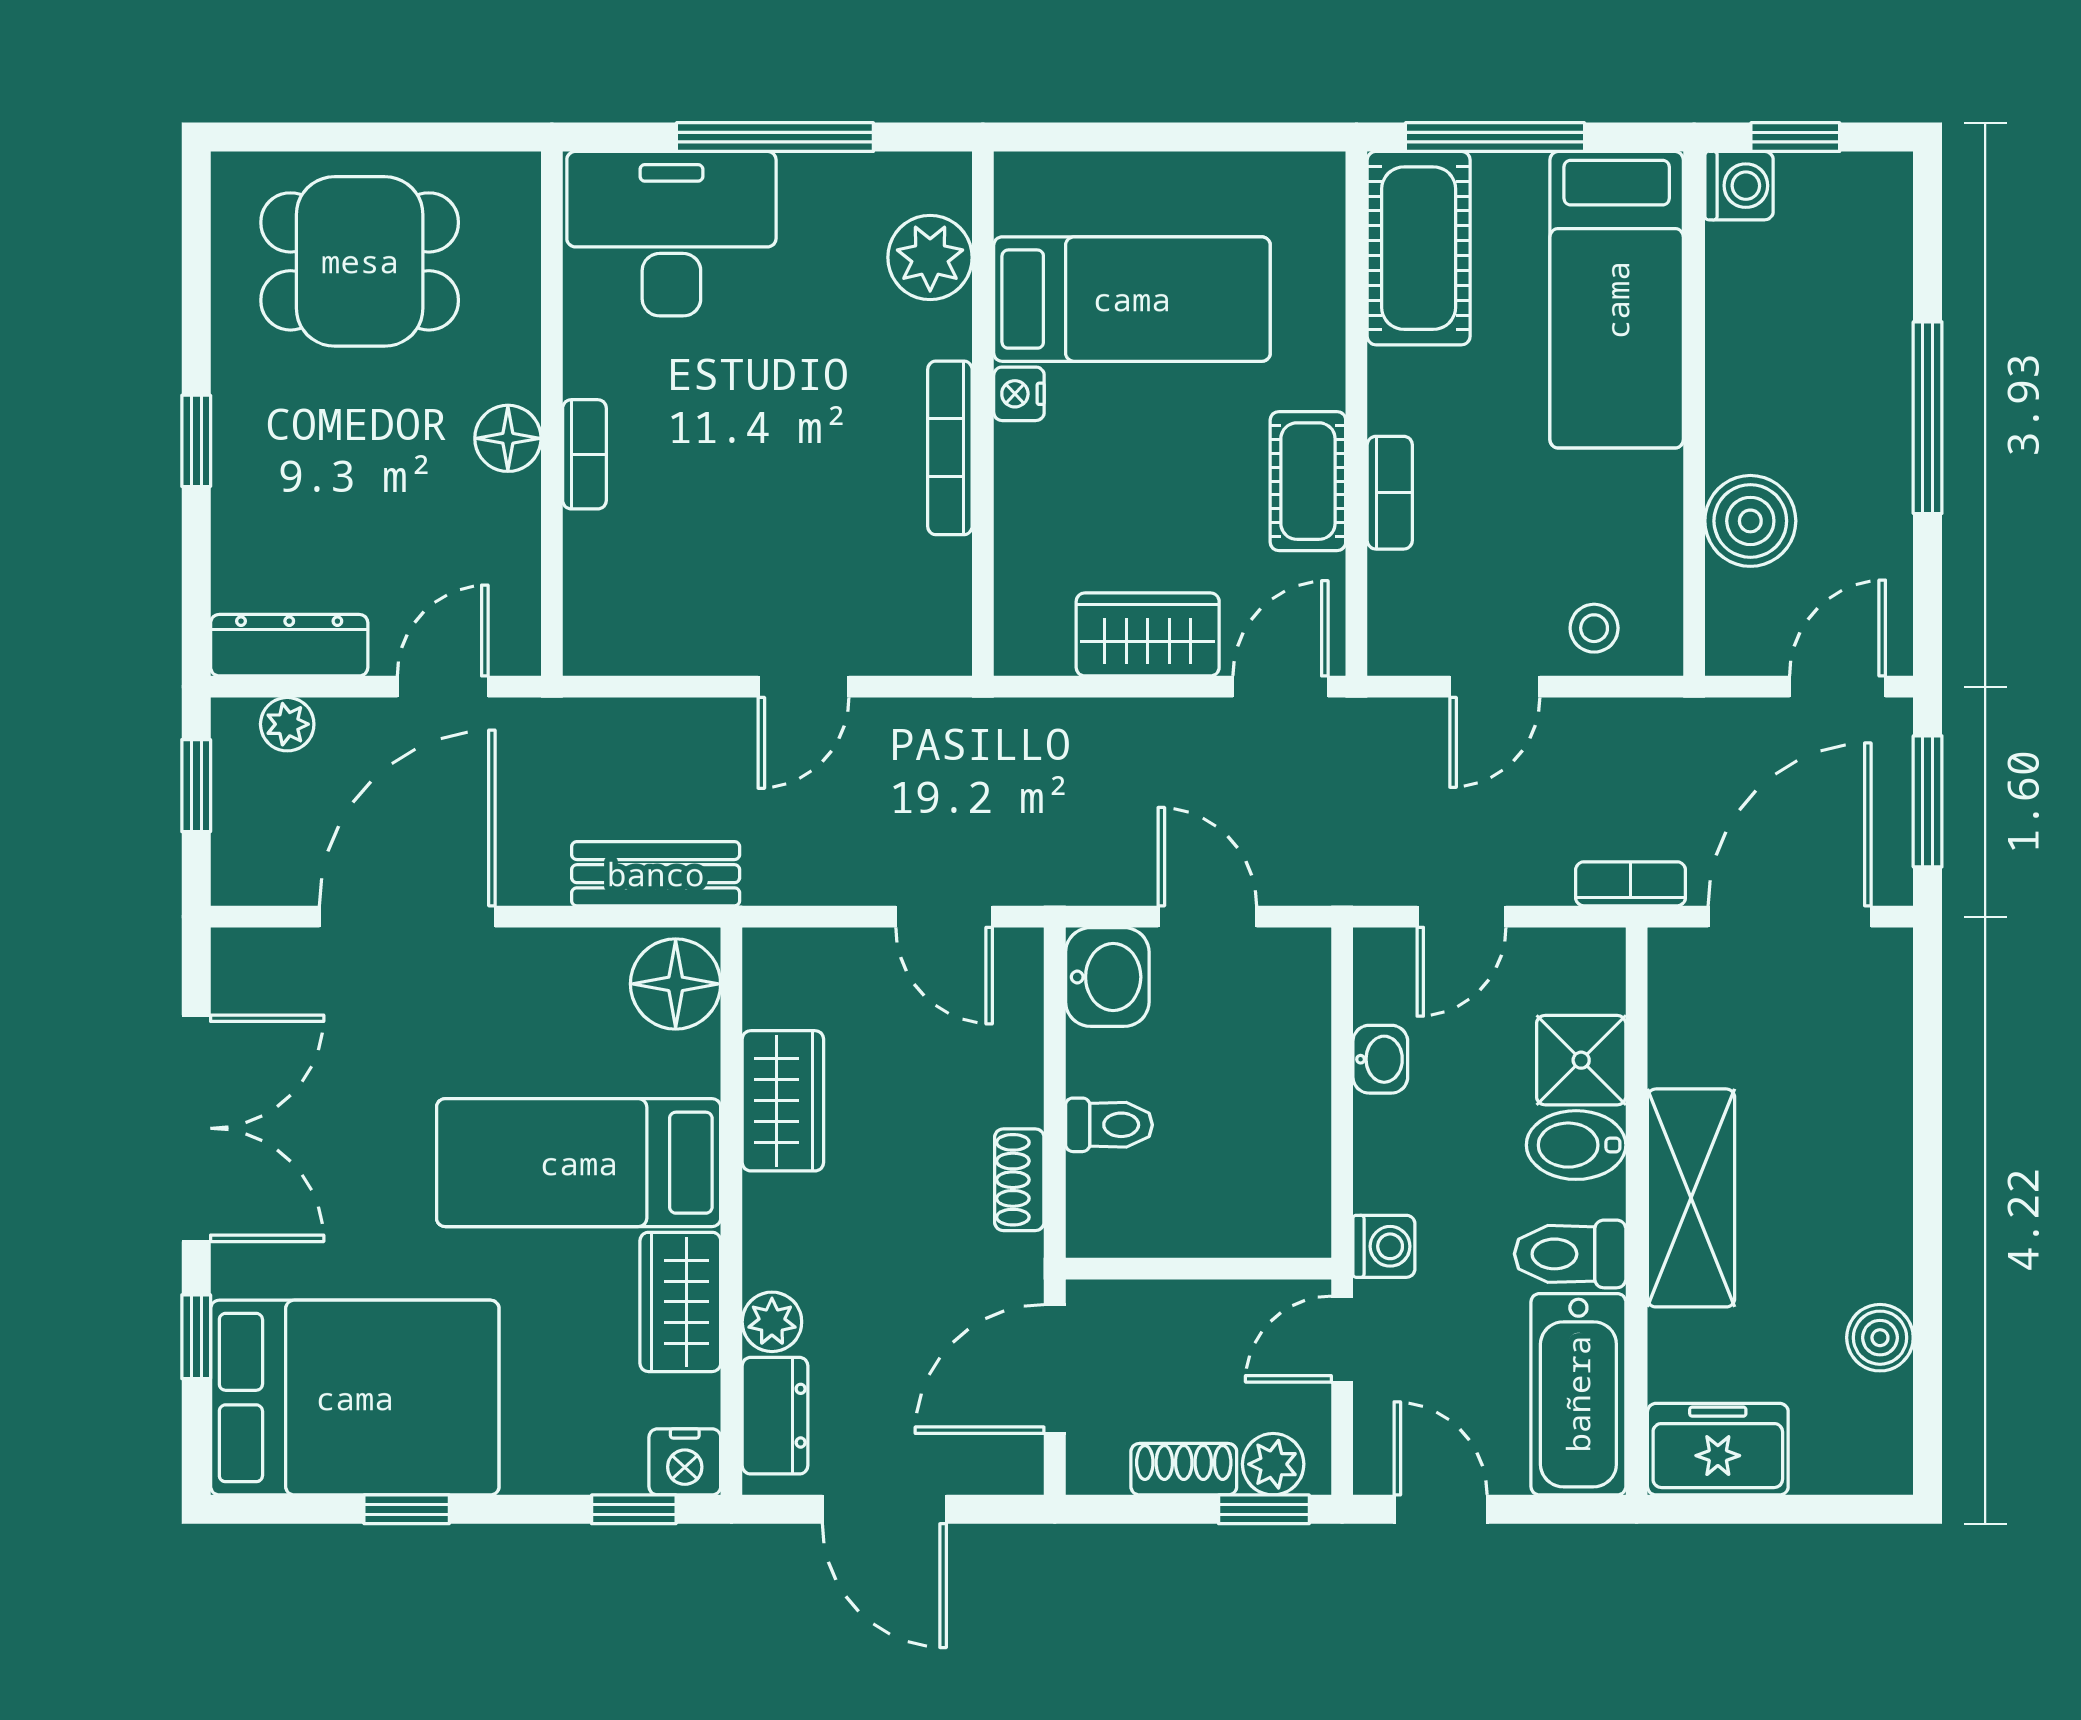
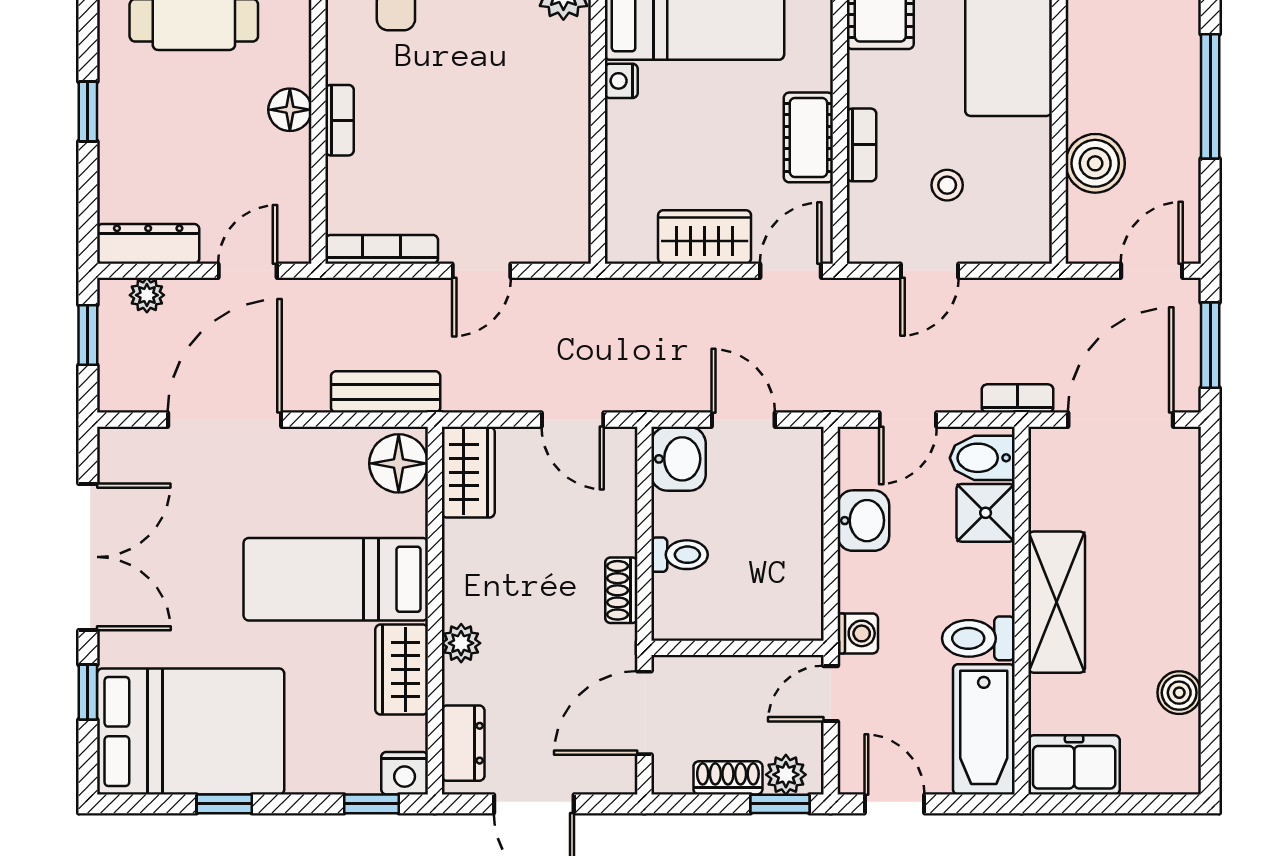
bookcase: (950, 448) -> (382, 249), moved, turned 90
stool: (1594, 628) -> (947, 185), moved
washbasin: (1380, 1059) -> (863, 521), width x1.38, depth x1.45
wardrobe: (783, 1101) -> (468, 472), moved
bidet: (1576, 1145) -> (982, 458), moved
plant: (772, 1322) -> (461, 643), moved

